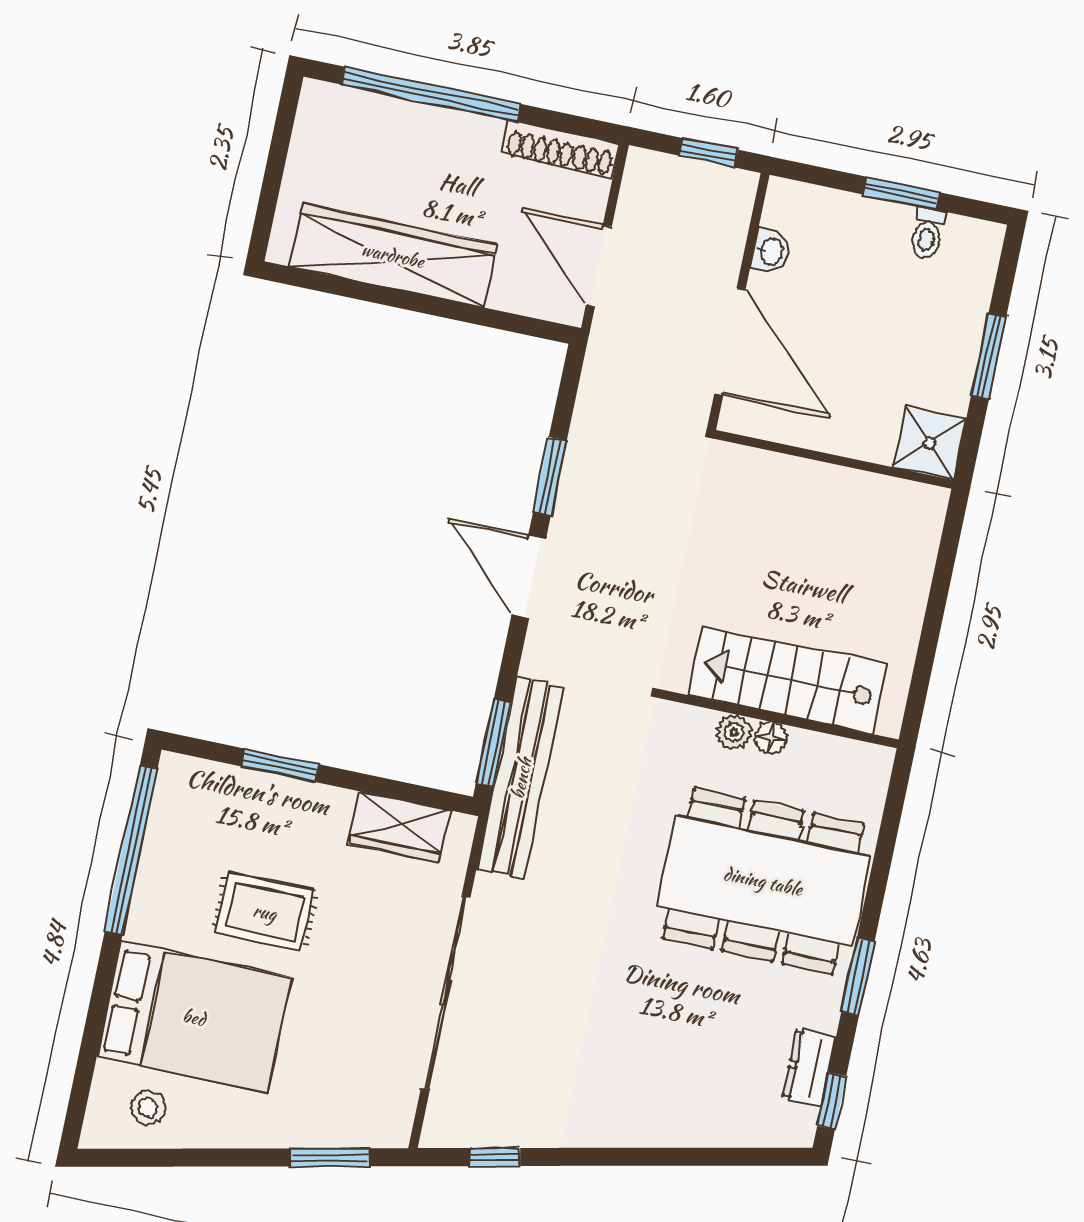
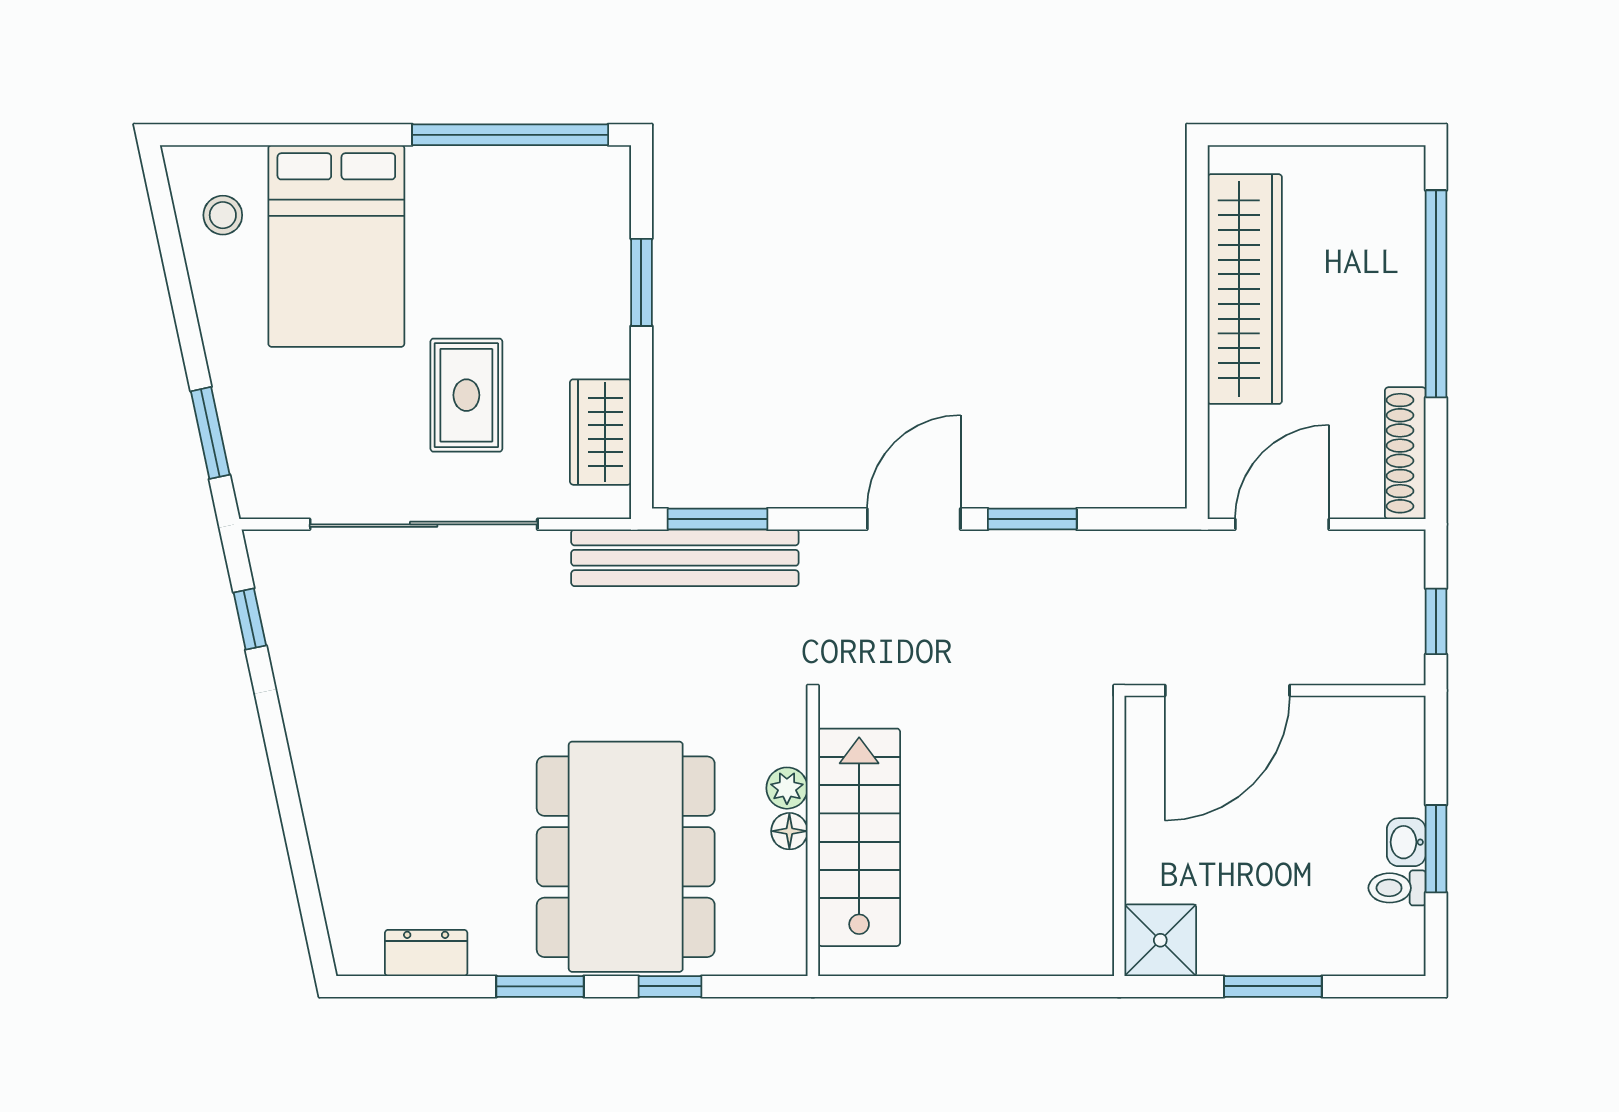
washbasin: (771, 251) -> (1406, 842), moved, turned 90
rug: (265, 912) -> (466, 395), moved
window: (832, 1101) -> (670, 986), moved

